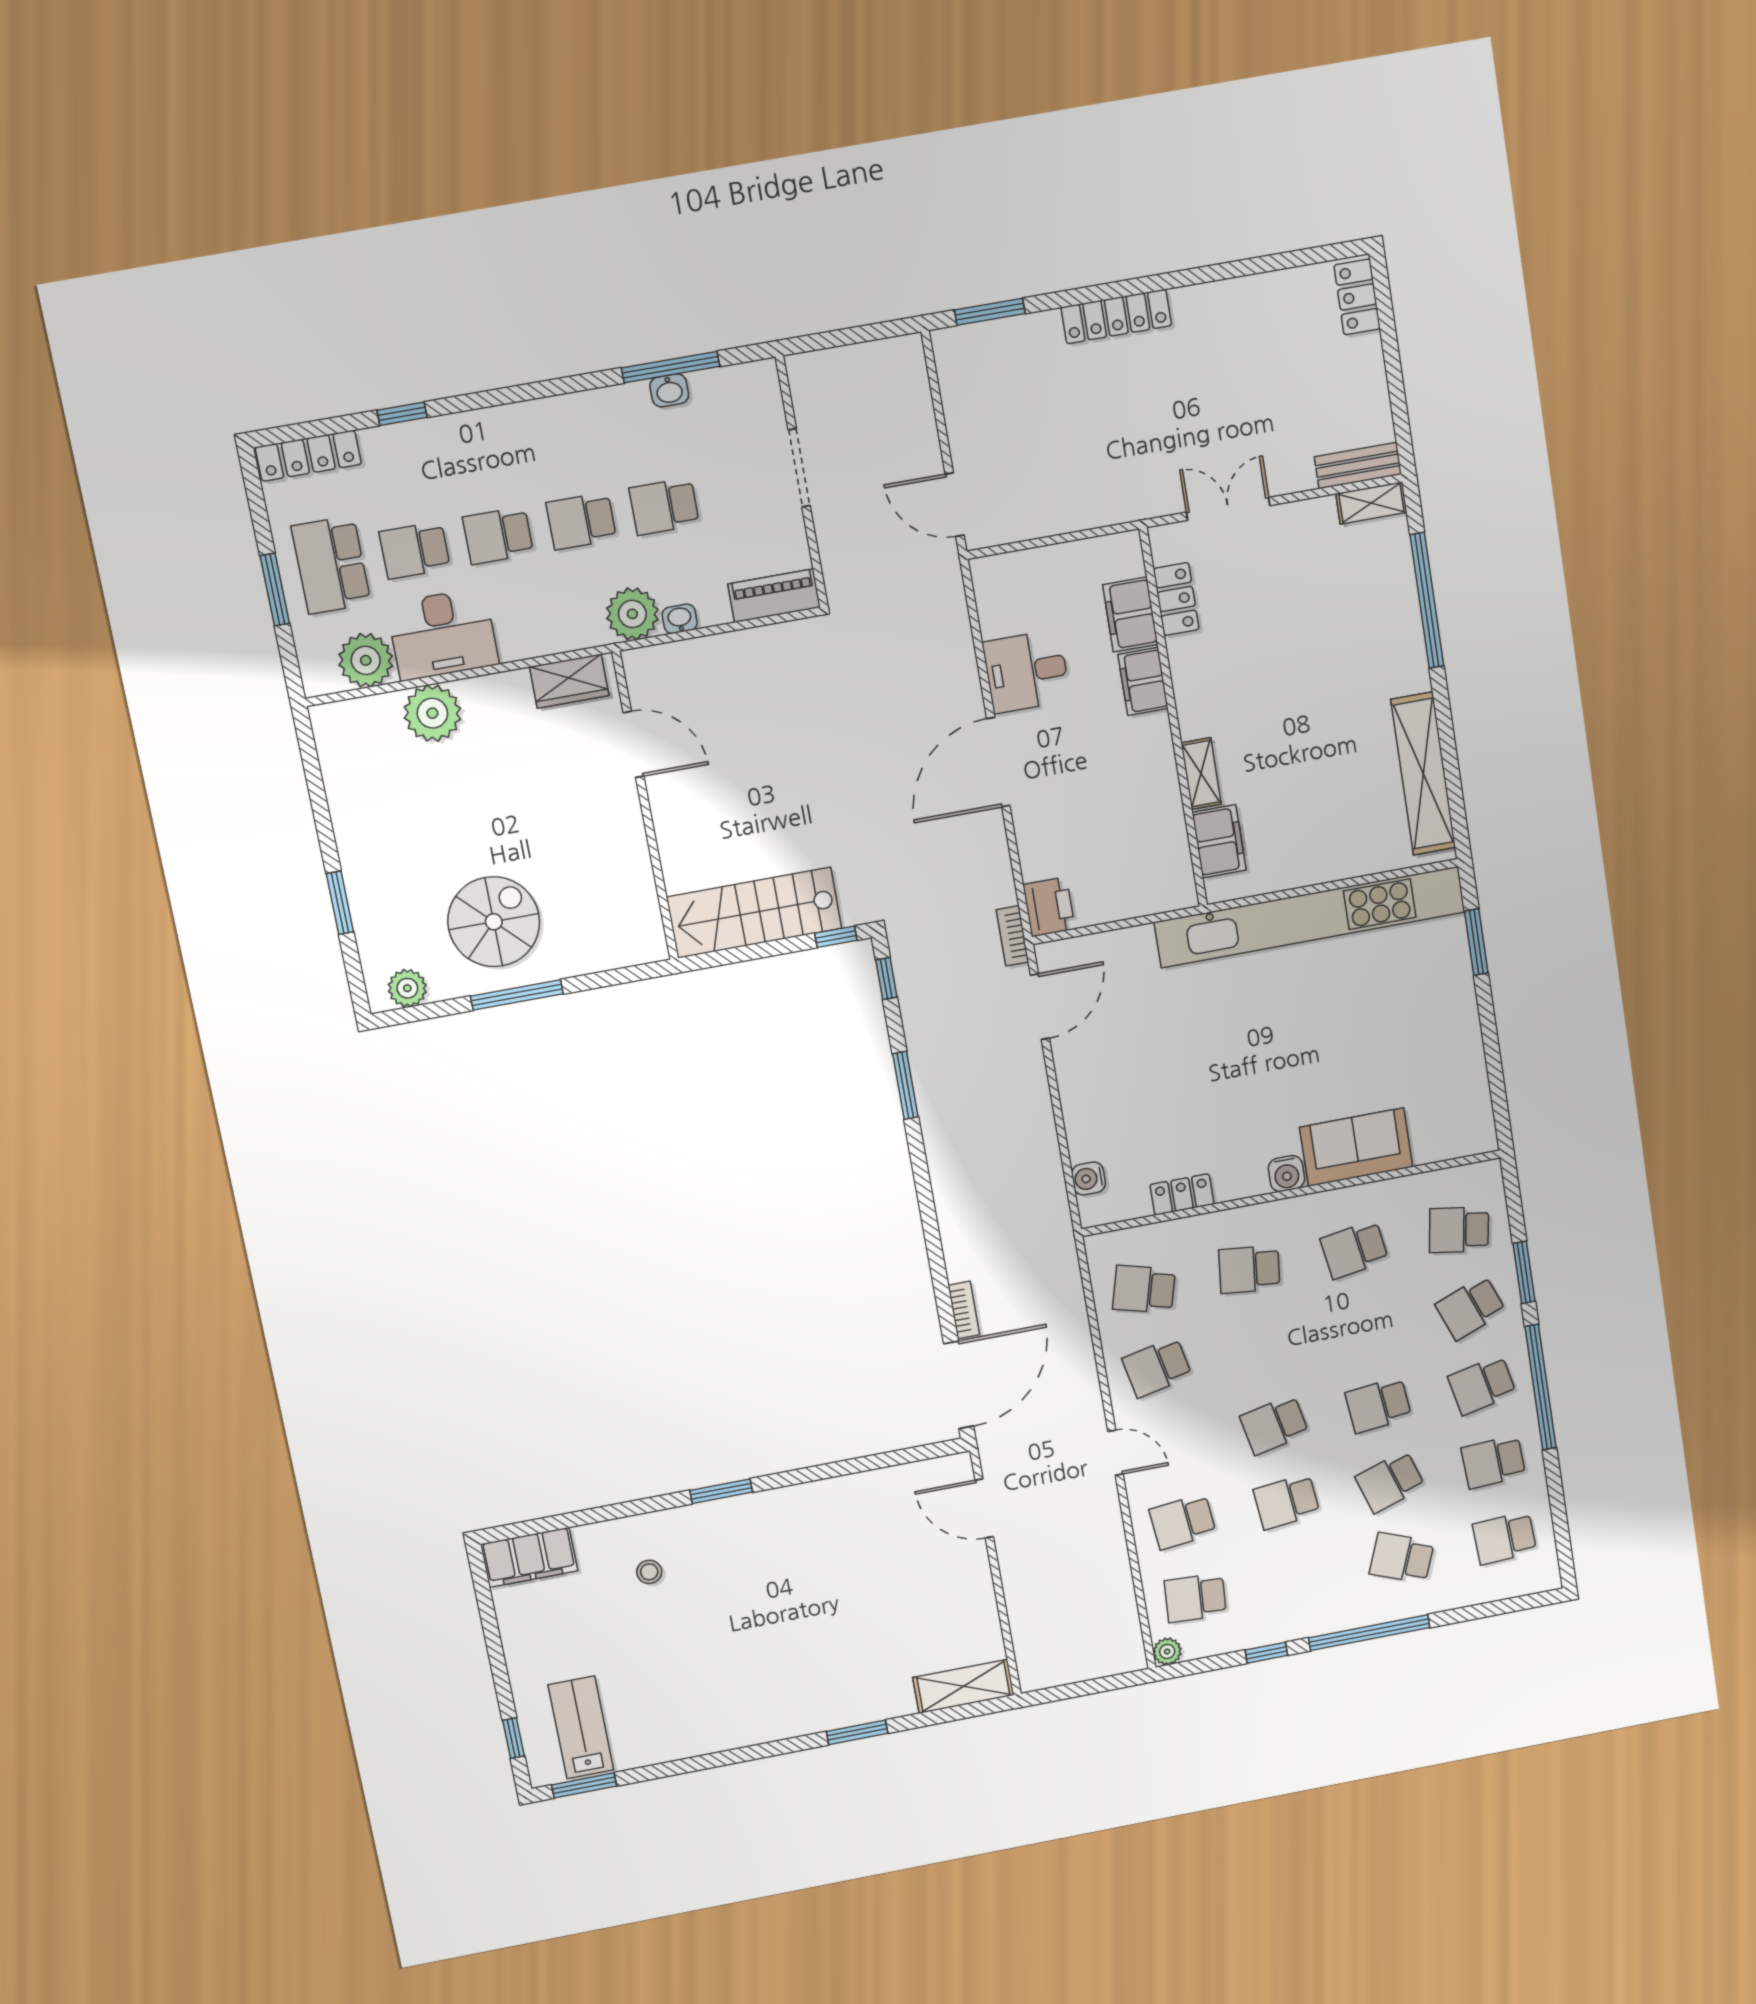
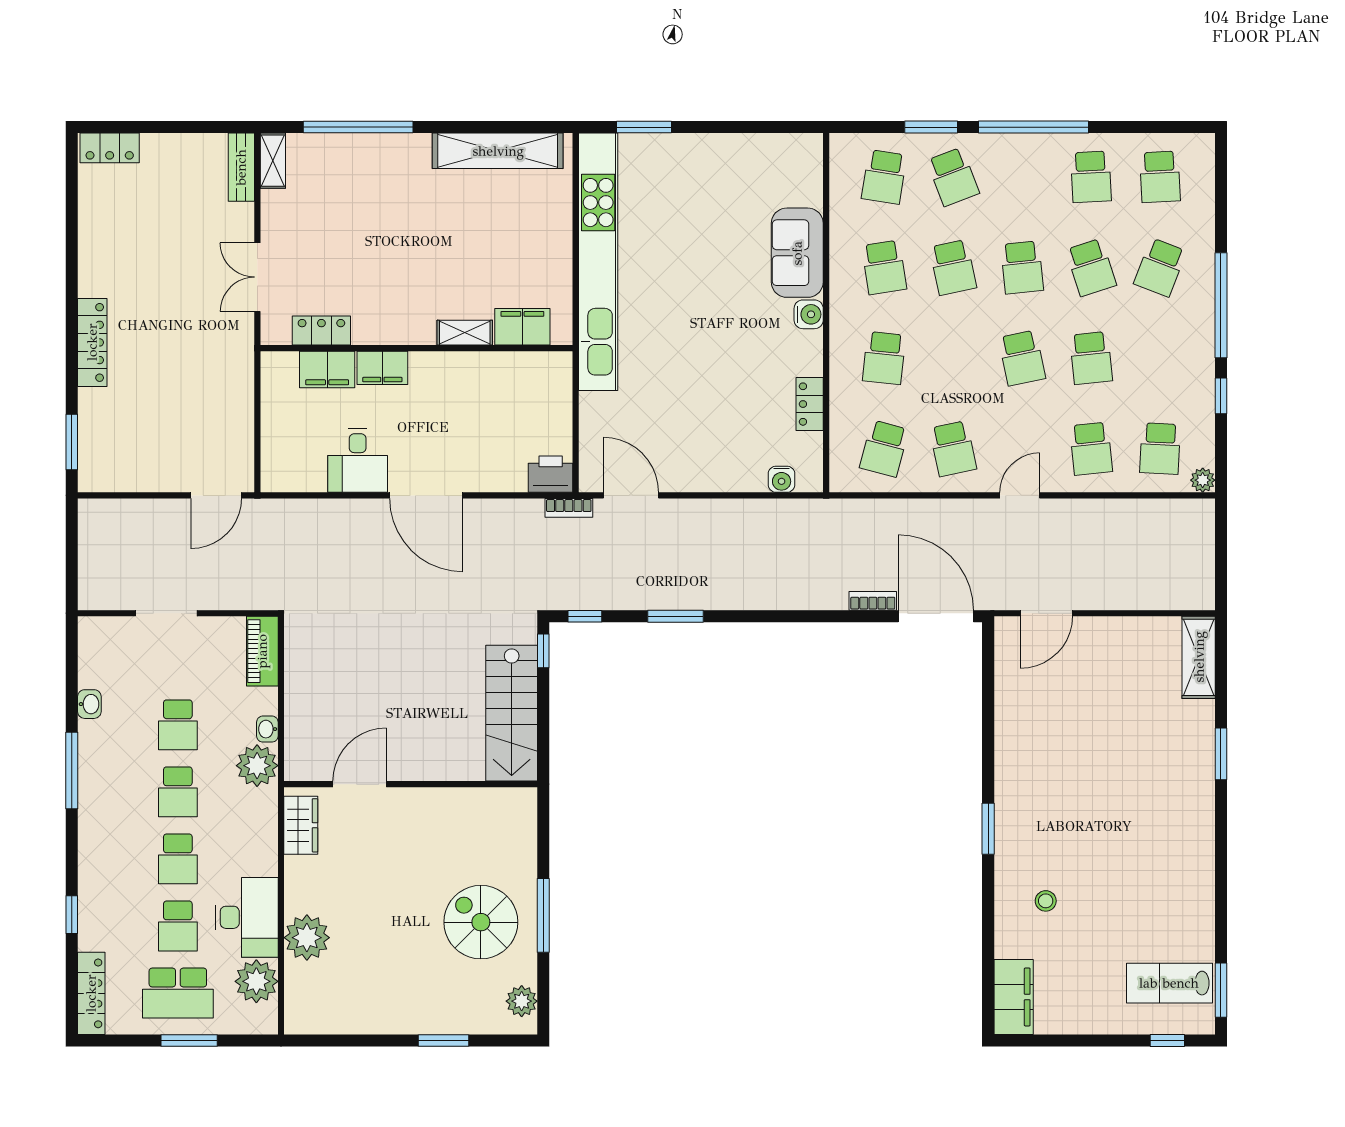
window: (671, 367) -> (72, 770), moved
school desk: (1482, 1385) -> (953, 267), moved

